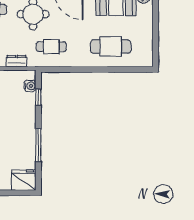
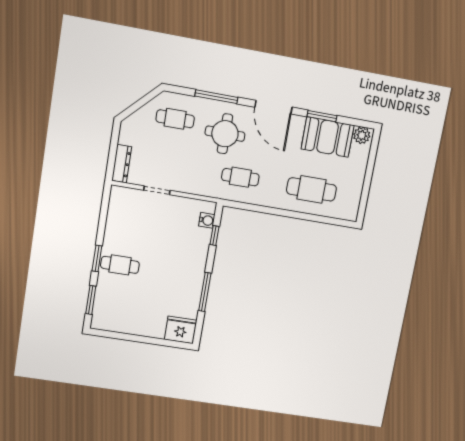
dresser: (16, 61) -> (195, 188), removed

